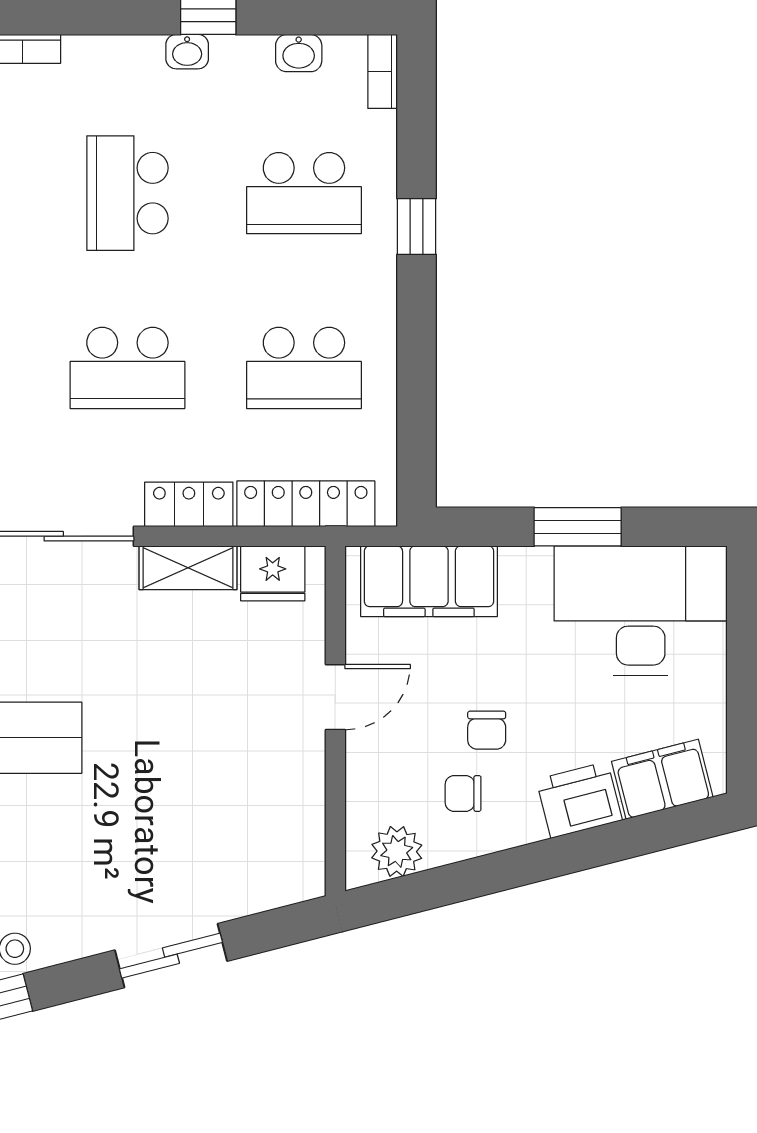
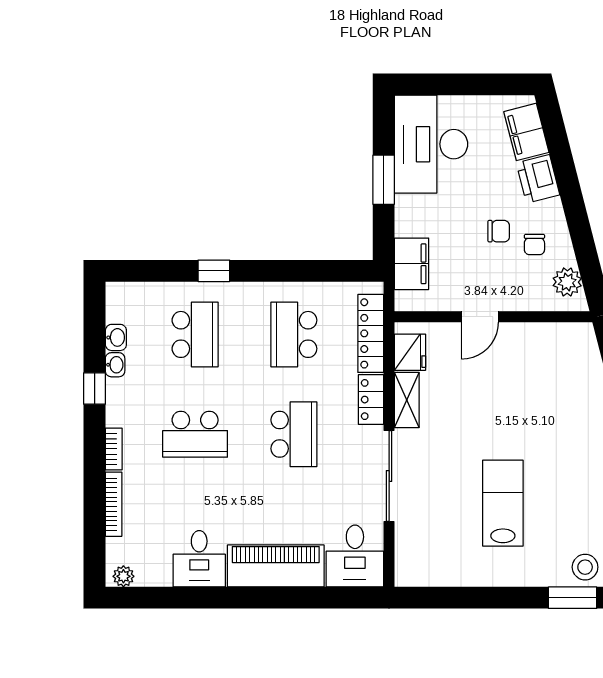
washbasin: (187, 52) -> (115, 365), moved
bookcase: (383, 71) -> (114, 449), moved, turned -90
school desk: (304, 368) -> (294, 334), turned 180
filing cabinet: (429, 581) -> (412, 264), width x0.67, depth x0.86
door: (335, 697) -> (480, 317), swing flipped

